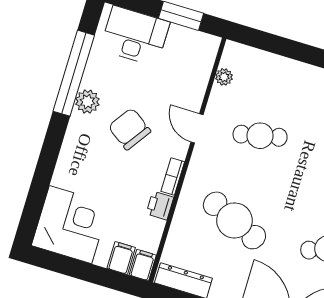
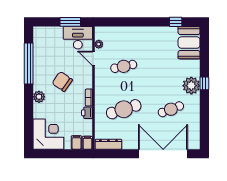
desk: (135, 36) -> (78, 38), moved
plant: (87, 102) -> (39, 97), moved
door: (197, 128) -> (93, 58), moved
cafe table: (234, 220) -> (124, 109), turned -42

